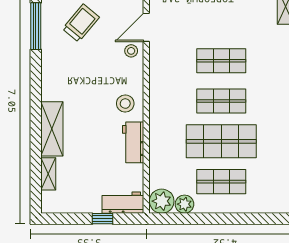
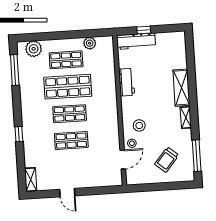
stool: (125, 104) -> (139, 125), moved
shelving: (48, 174) -> (186, 118), moved
plant: (162, 201) -> (34, 49), moved
workbench: (123, 203) -> (136, 41), width x1.38

